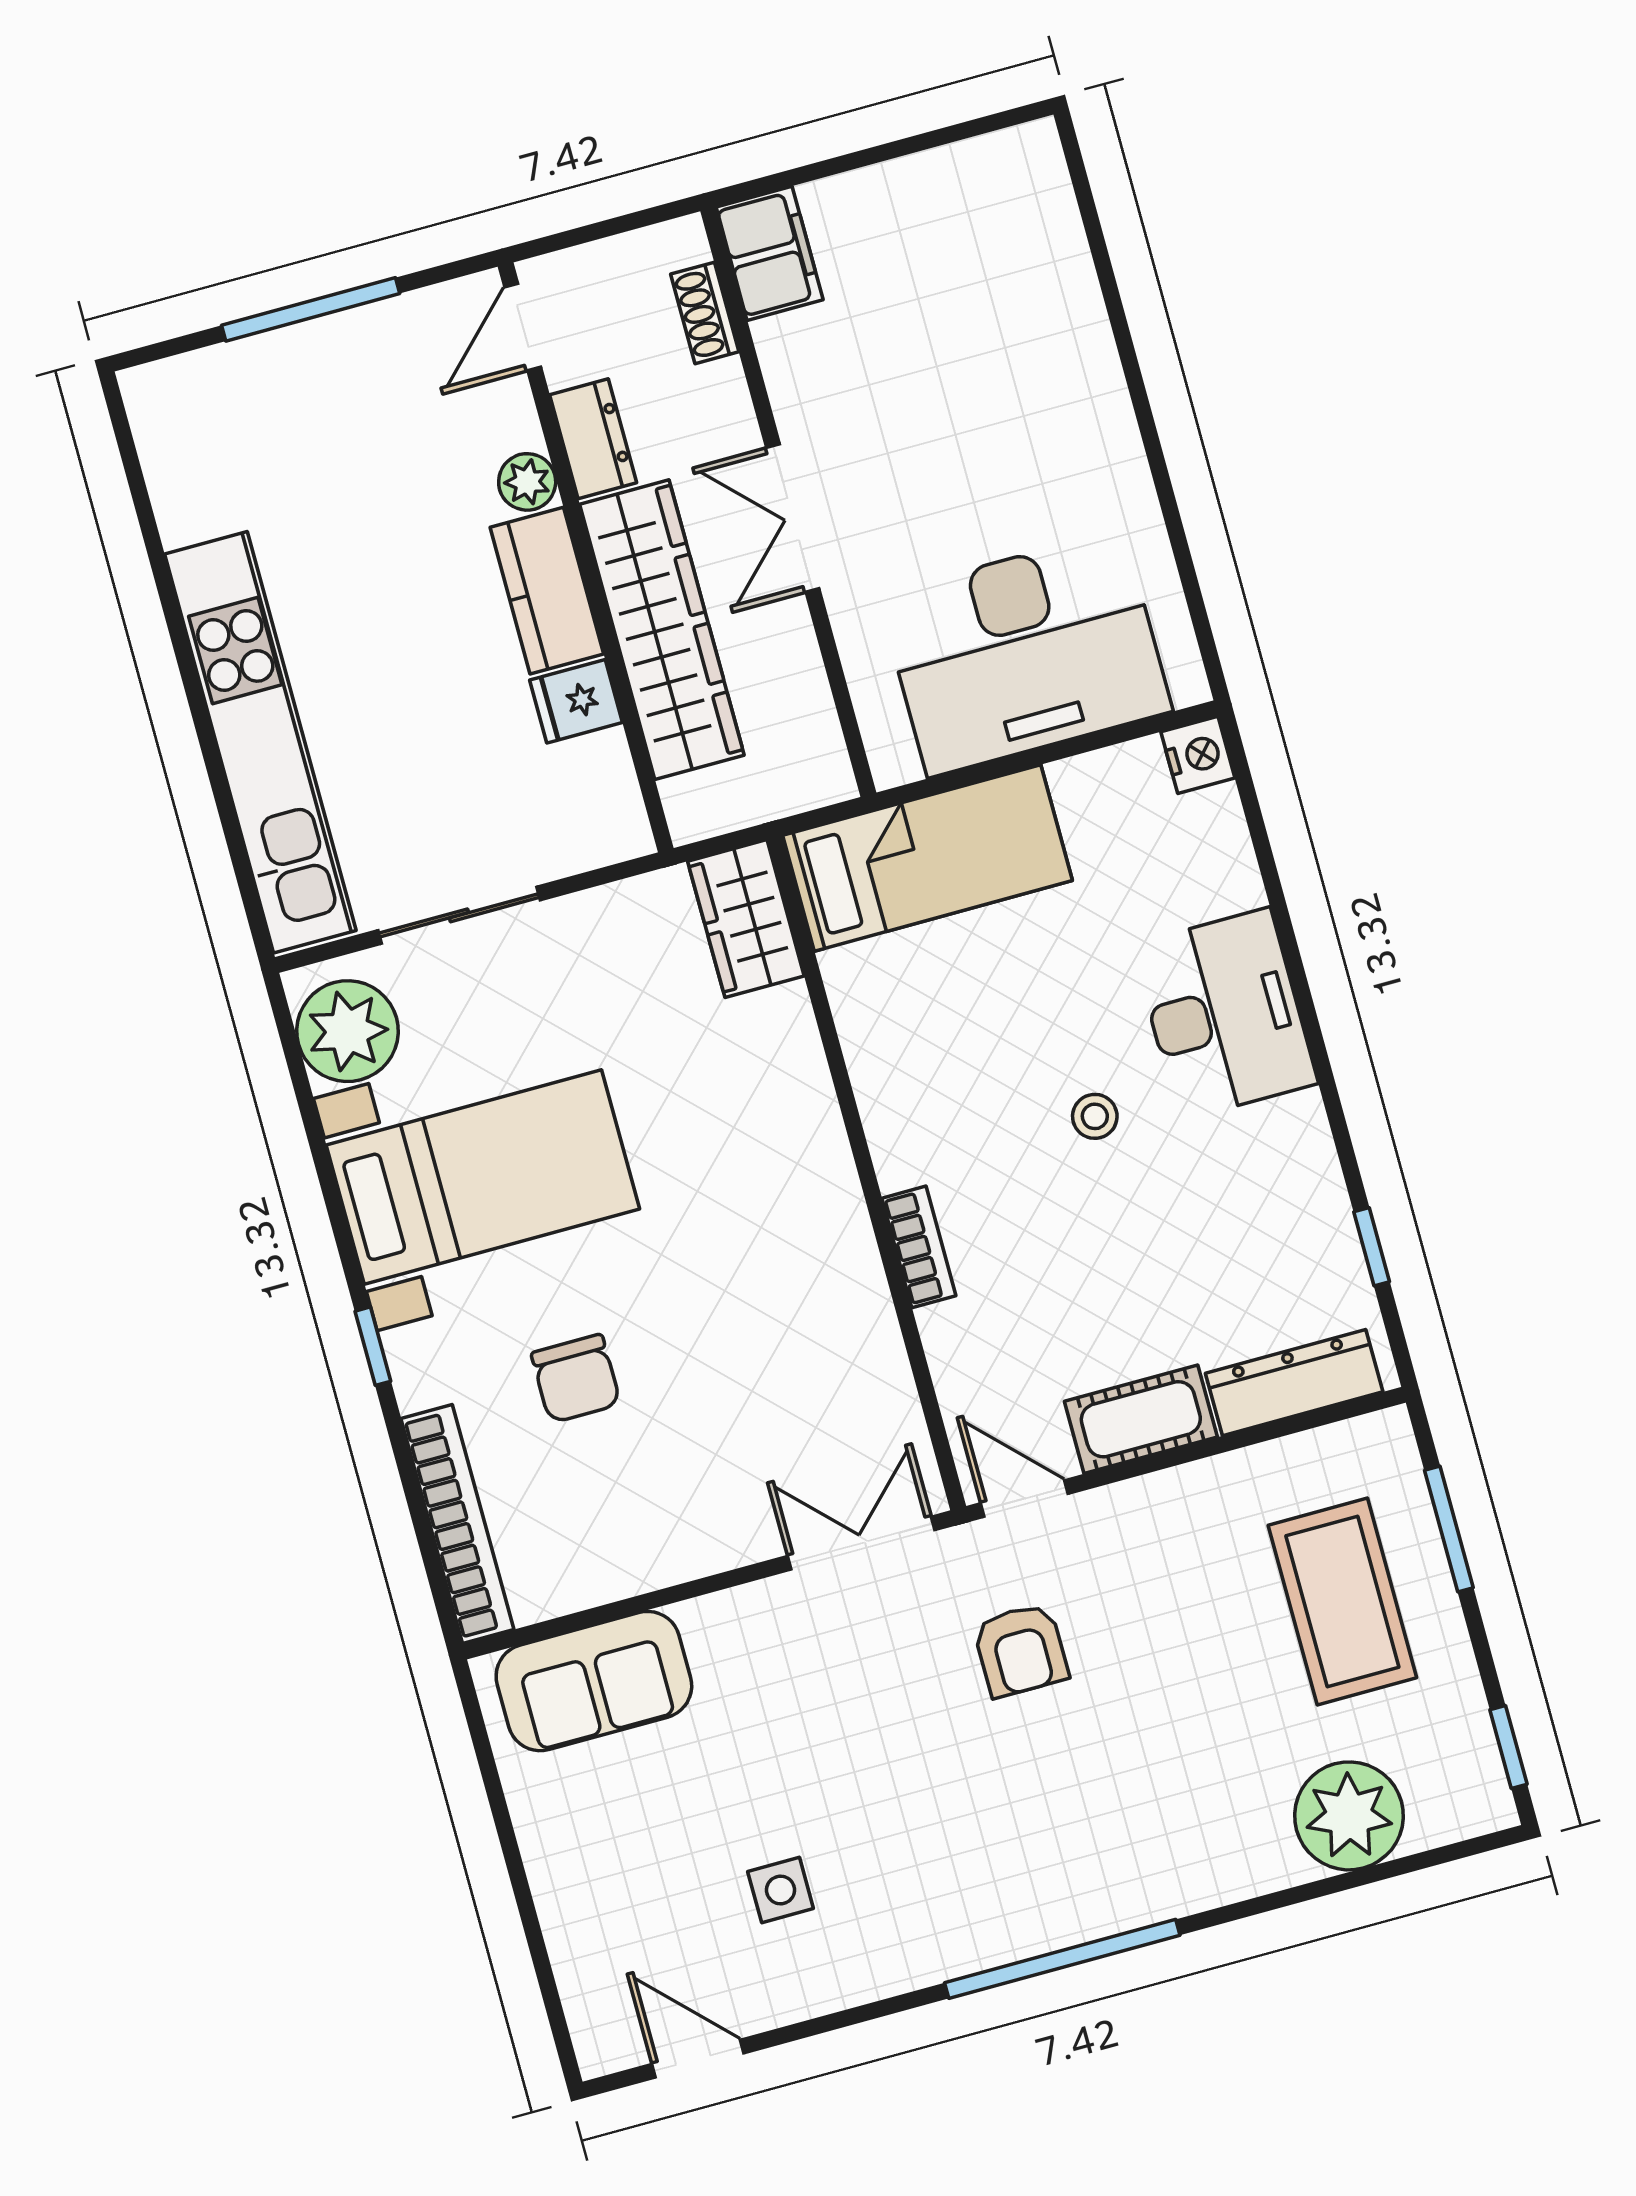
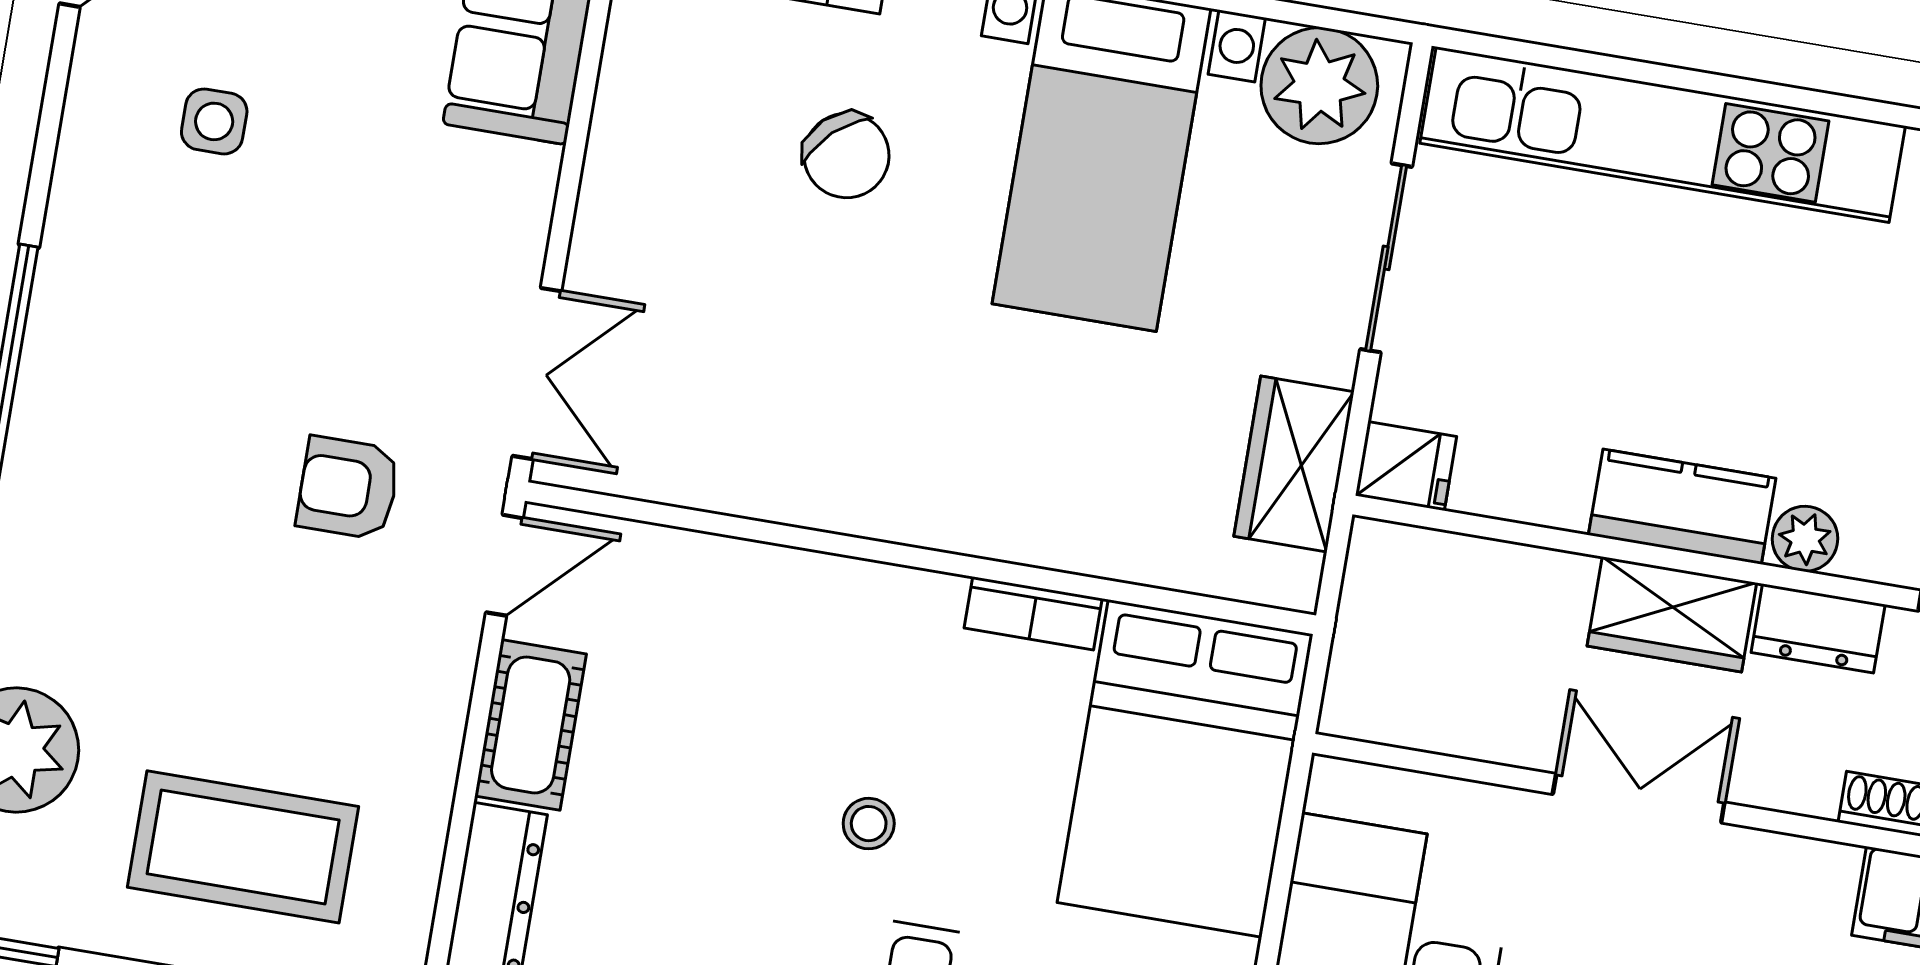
wardrobe: (662, 630) -> (1672, 614), width x0.48, depth x0.85
fridge: (576, 701) -> (1406, 466), moved, turned 90
bed: (927, 858) -> (1185, 768), width x1.50
wardrobe: (746, 919) -> (1294, 464), moved, turned -90
bookcase: (919, 1247) -> (1033, 613), moved
chair: (576, 1379) -> (847, 155), turned -133

